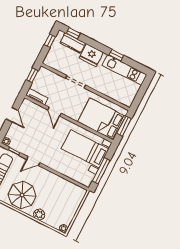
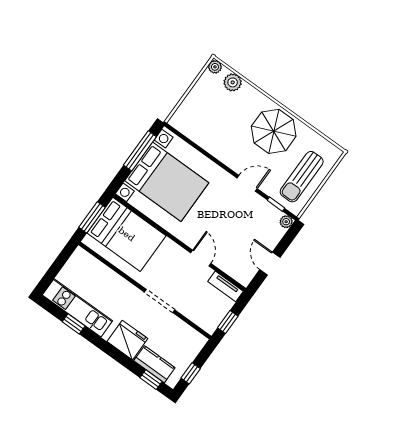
window: (116, 55) -> (74, 324), moved
bed with nightstands: (85, 149) -> (167, 182), width x1.36
plant: (39, 215) -> (233, 82), moved

